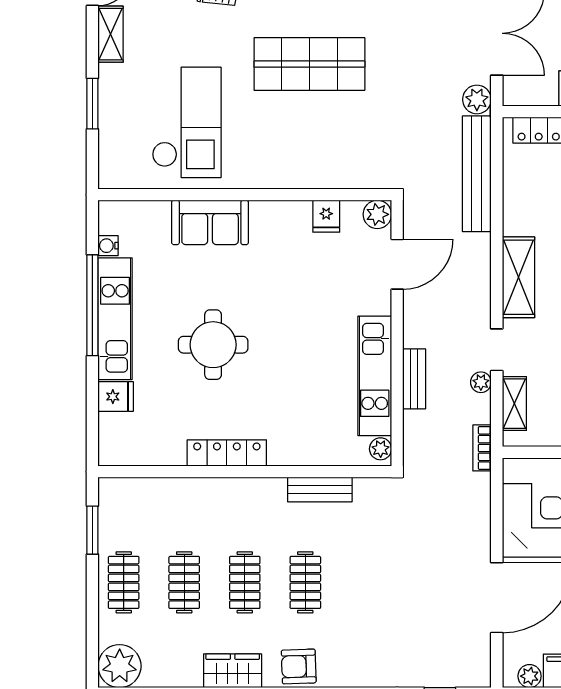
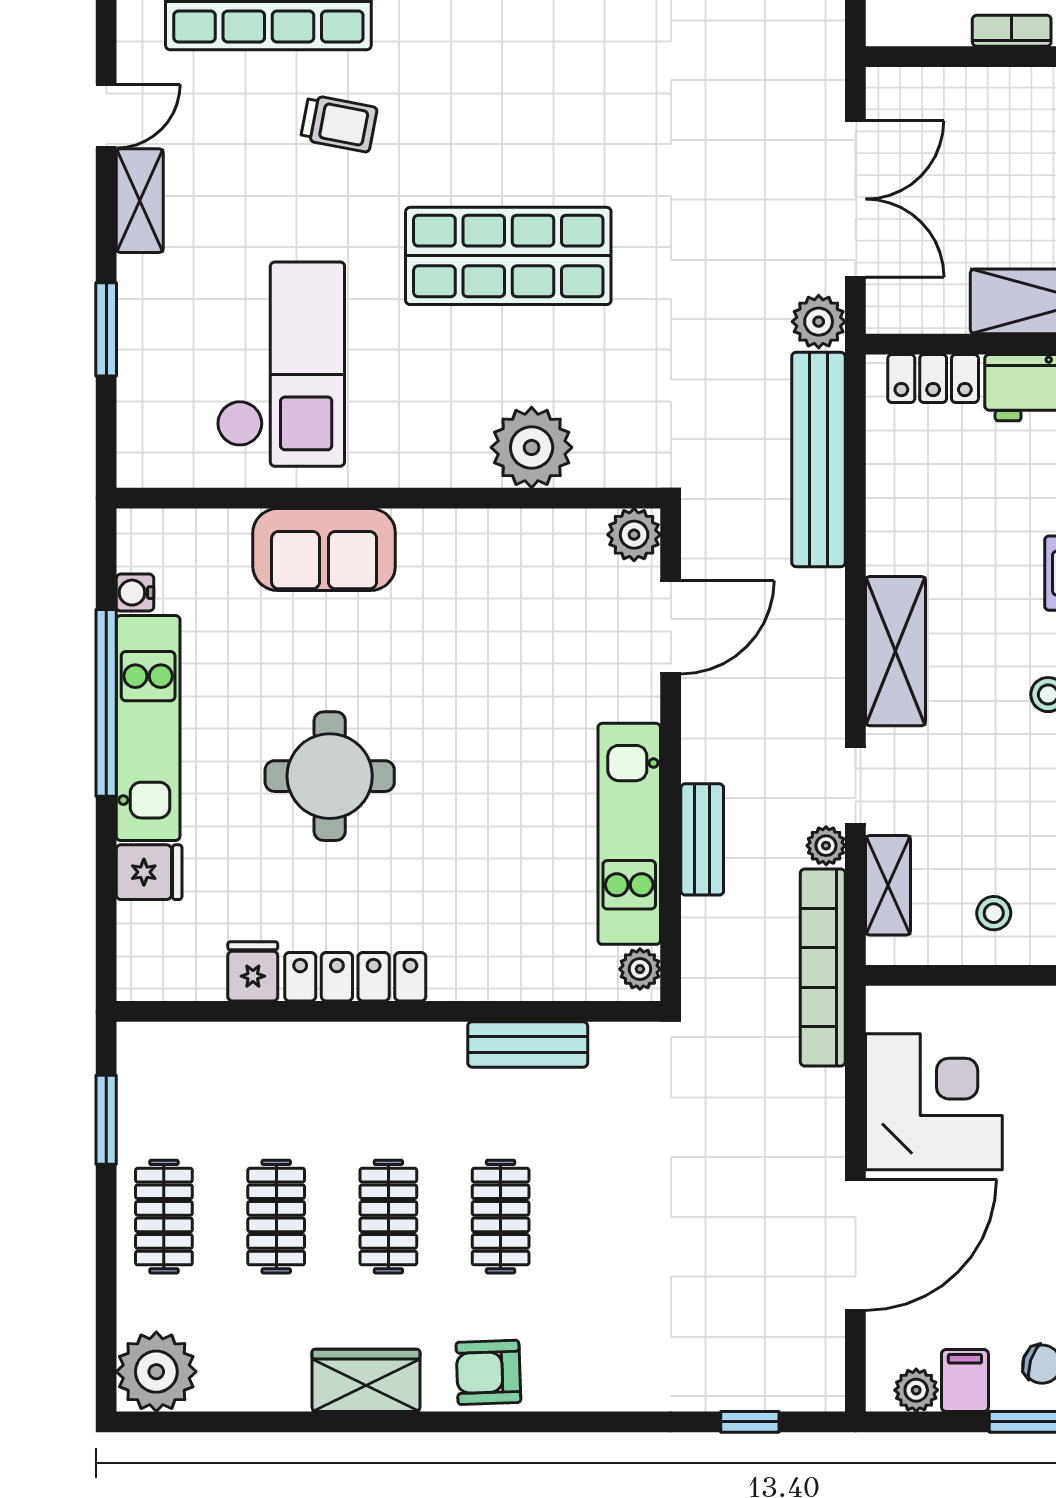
plant: (322, 167) -> (532, 447), added
fridge: (326, 216) -> (253, 971), moved, turned 180
bookcase: (482, 448) -> (823, 967), width x2.31, depth x1.31

